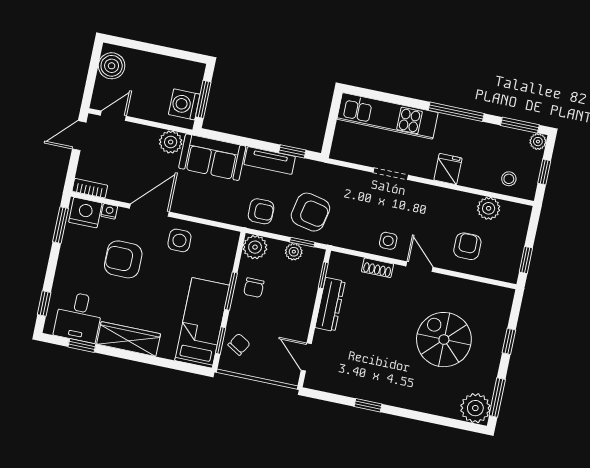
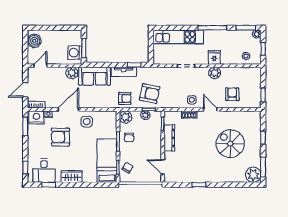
door: (79, 136) -> (25, 90), moved
plant: (489, 208) -> (215, 73), moved
wardrobe: (129, 339) -> (71, 176), width x0.67

